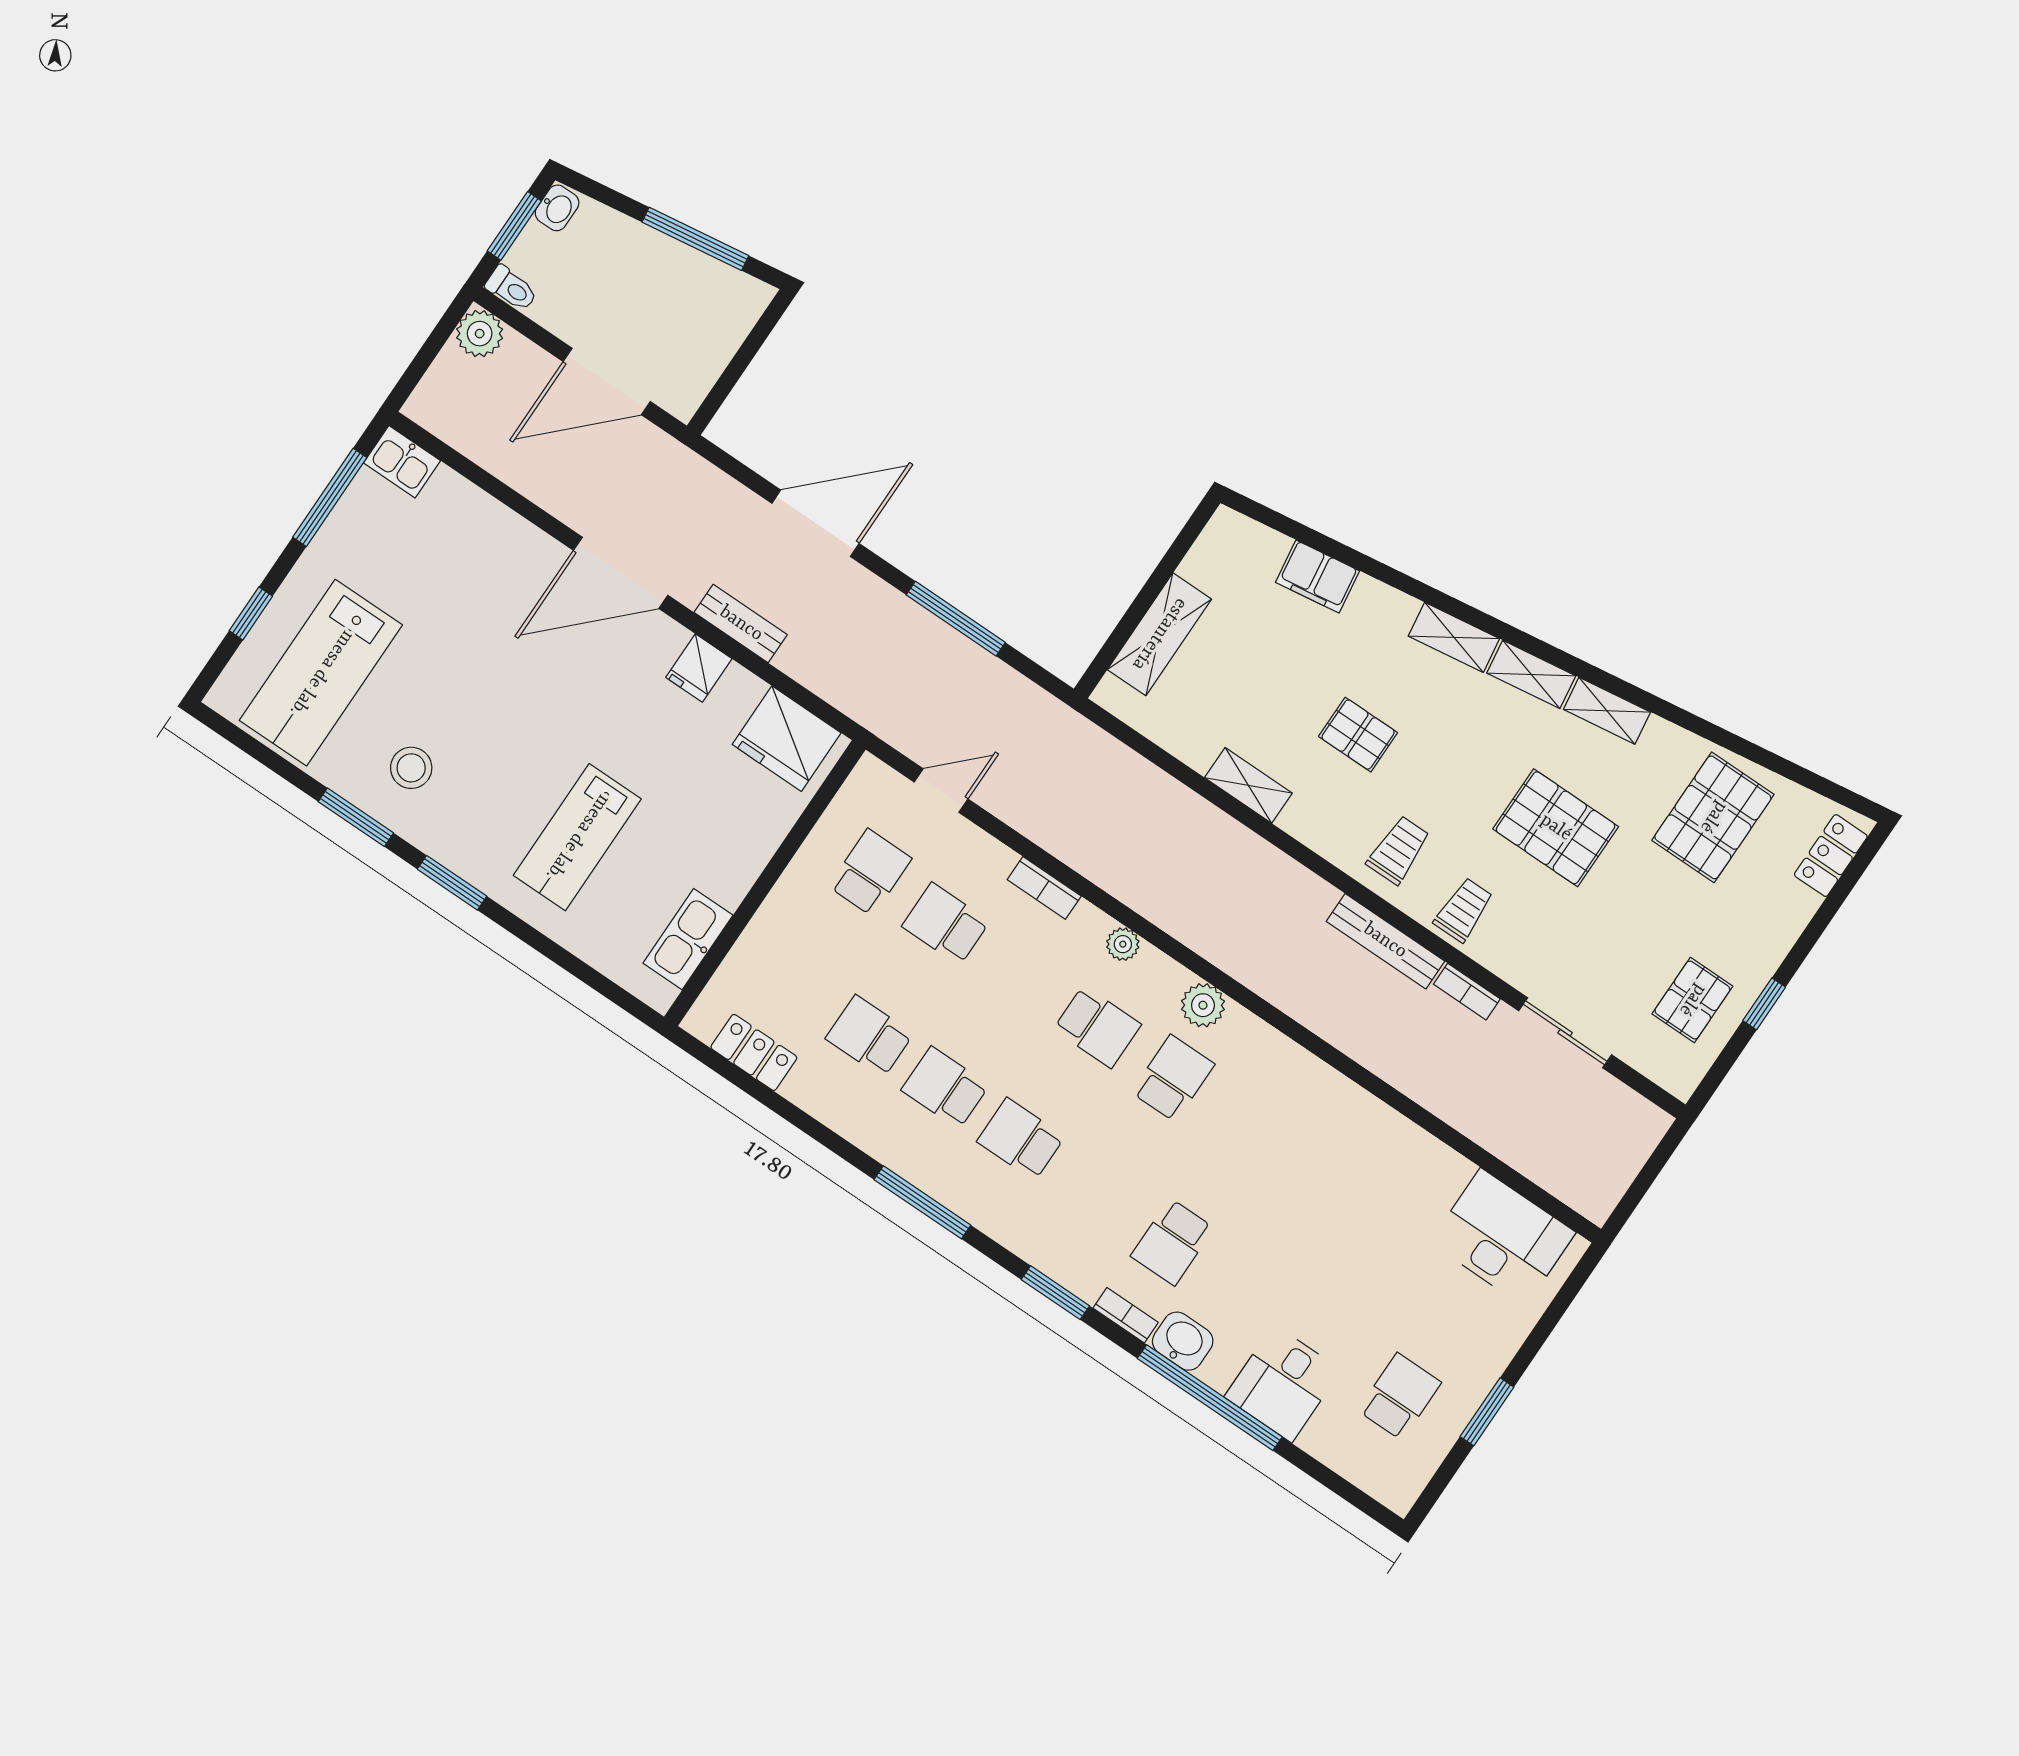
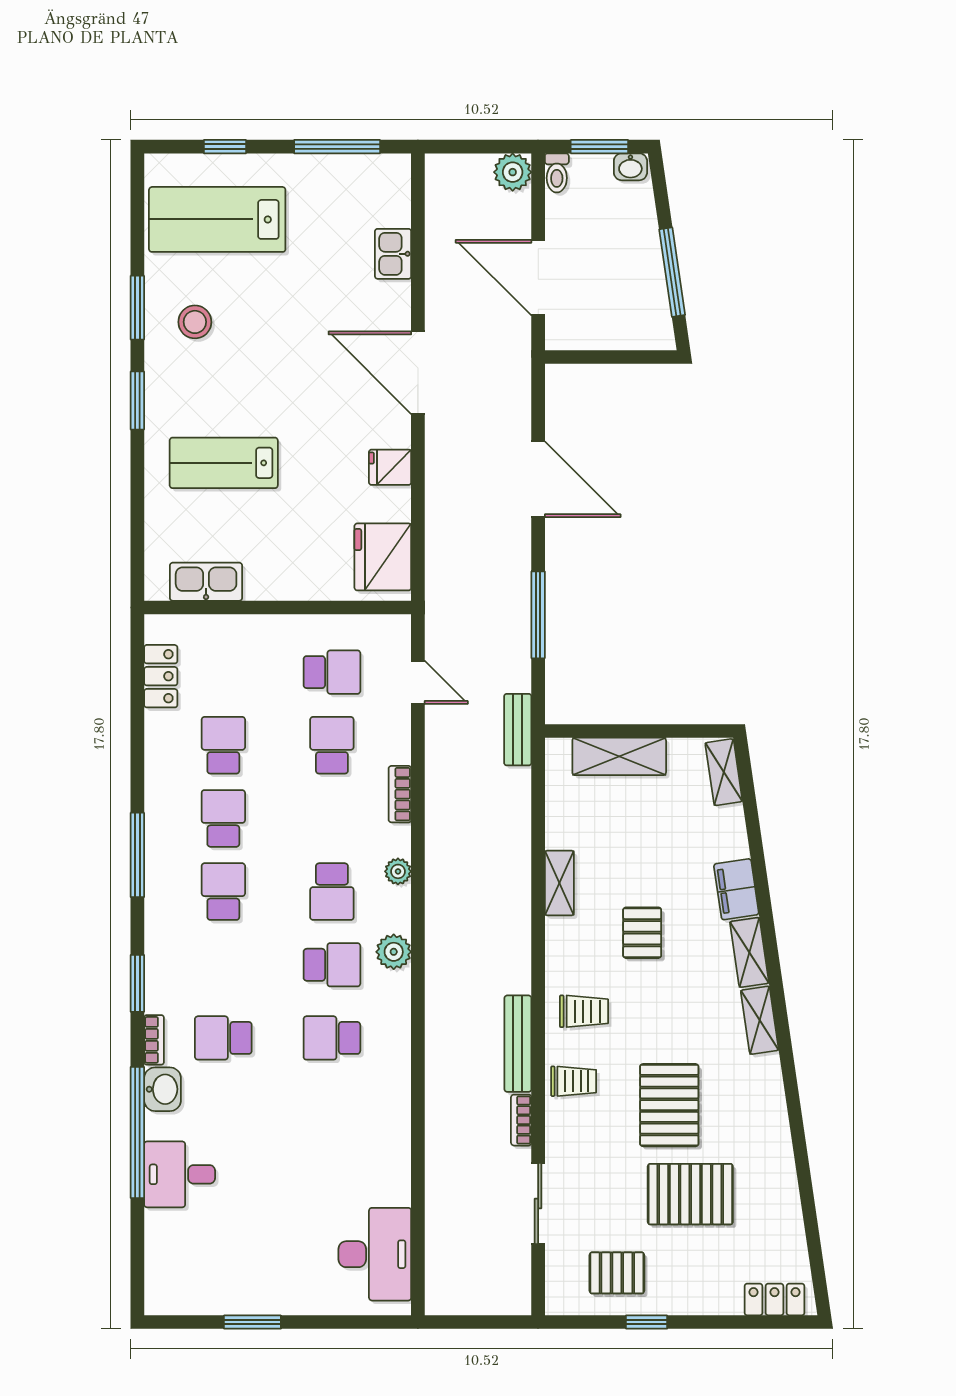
kitchen sink: (402, 462) -> (393, 254), moved
filing cabinet: (1318, 577) -> (736, 889), moved
bench: (741, 624) -> (518, 730), moved
shelving: (1607, 711) -> (724, 772), moved
pallet: (1713, 817) -> (690, 1194), moved
school desk: (1400, 1396) -> (332, 1038), moved, turned 180

